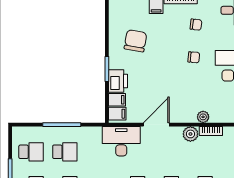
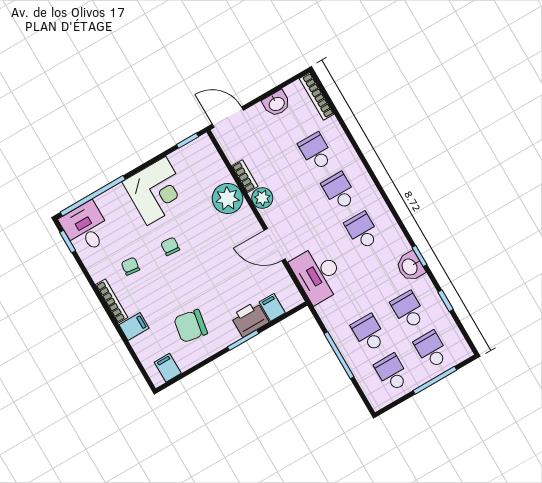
filing cabinet: (117, 114) -> (168, 368), moved
plant: (203, 117) -> (228, 198), width x1.87, depth x1.87

